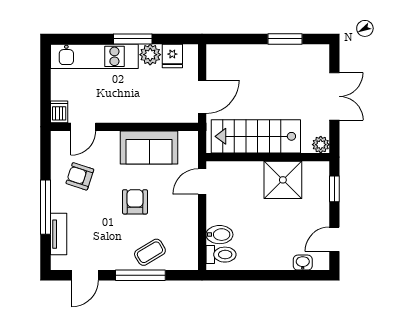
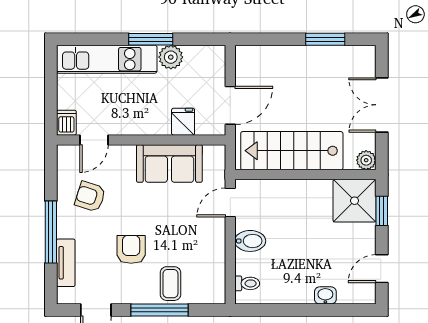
fridge: (172, 56) -> (183, 122), moved, turned 180
double door: (334, 96) -> (382, 105), swing flipped
shower: (283, 180) -> (355, 201), moved
armchair: (135, 202) -> (131, 249), moved
bidet: (219, 235) -> (250, 241), moved
coffee table: (150, 252) -> (170, 284), turned -59
toilet: (221, 255) -> (247, 283), width x0.73, depth x0.72
washbasin: (303, 263) -> (325, 295), moved

